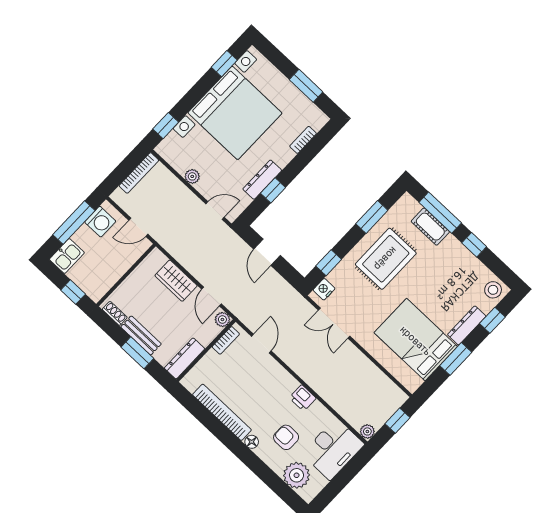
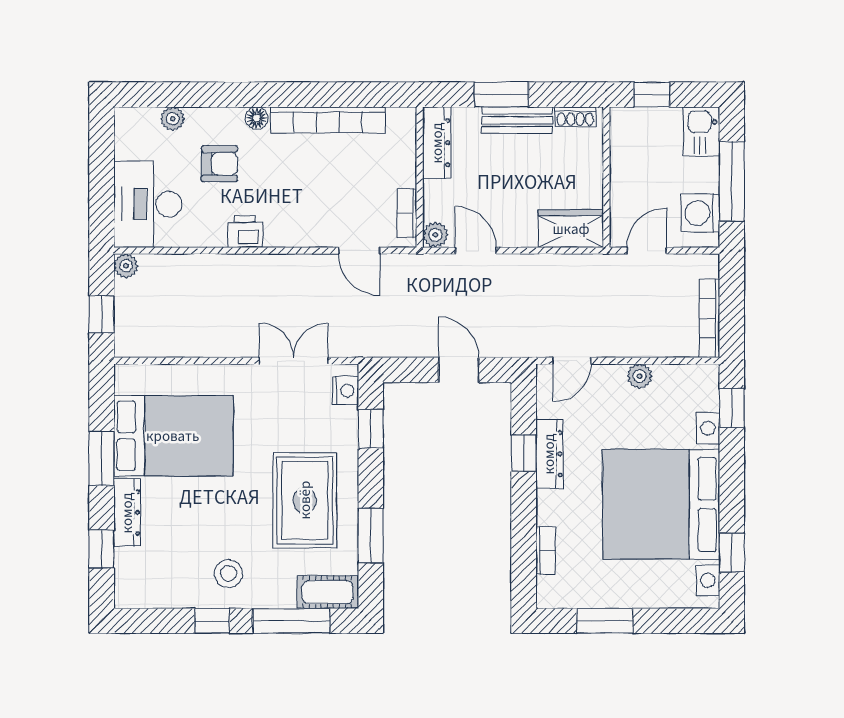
cot: (430, 227) -> (327, 592), moved
wardrobe: (176, 281) -> (571, 229), moved
stool: (493, 290) -> (228, 573), moved
plant: (297, 475) -> (173, 119), width x0.53, depth x0.53

